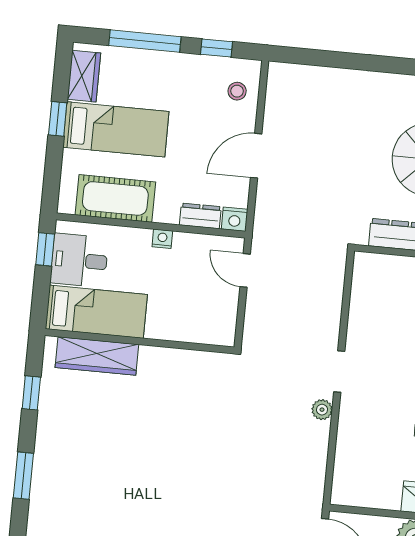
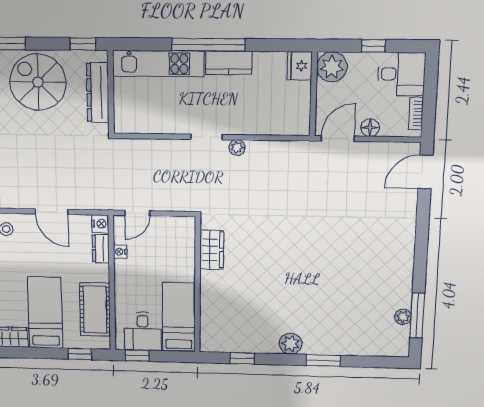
window: (58, 119) -> (80, 354), moved
nightstand: (162, 239) -> (120, 252), moved
wardrobe: (97, 356) -> (212, 250), moved, width x0.67
plant: (48, 460) -> (291, 344), added
window: (23, 476) -> (323, 360), moved

